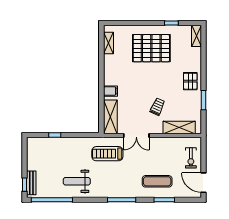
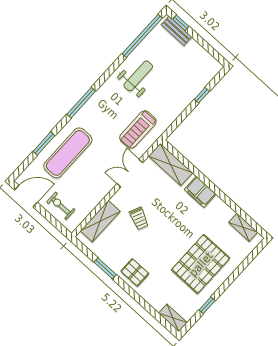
filing cabinet: (110, 91) -> (200, 192), width x2.00
treadmill: (107, 154) -> (138, 129), turned 180
exercise mat: (157, 181) -> (68, 153), width x1.36, depth x1.45

